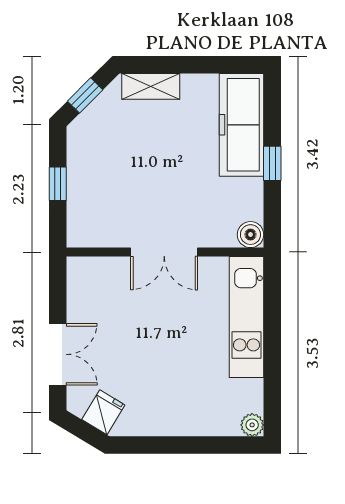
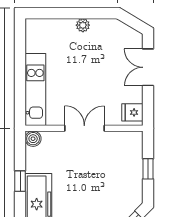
fridge: (103, 412) -> (132, 112), moved, turned 59
plant: (252, 425) -> (83, 25), moved

